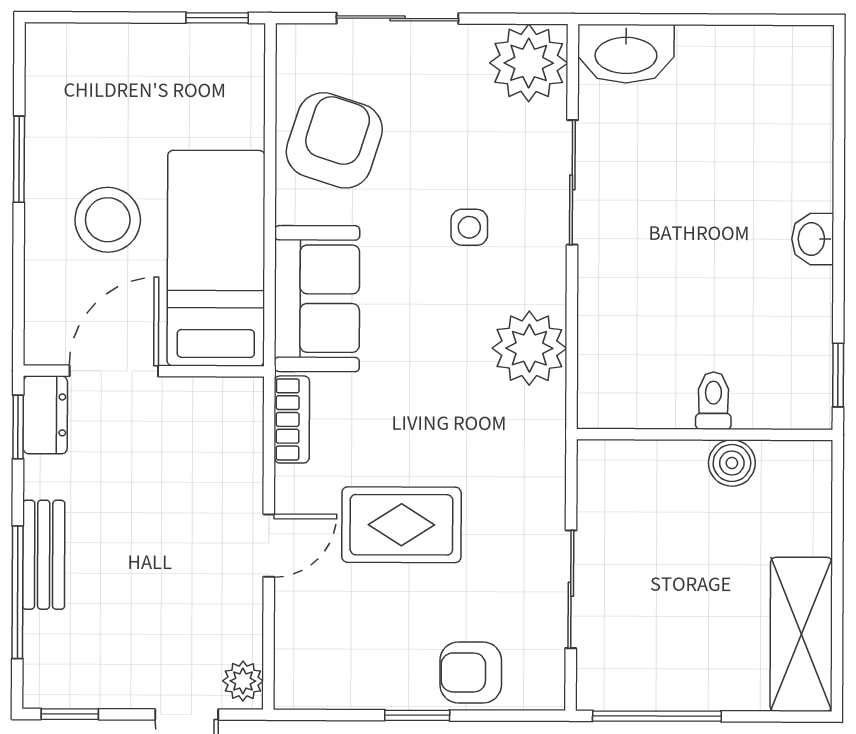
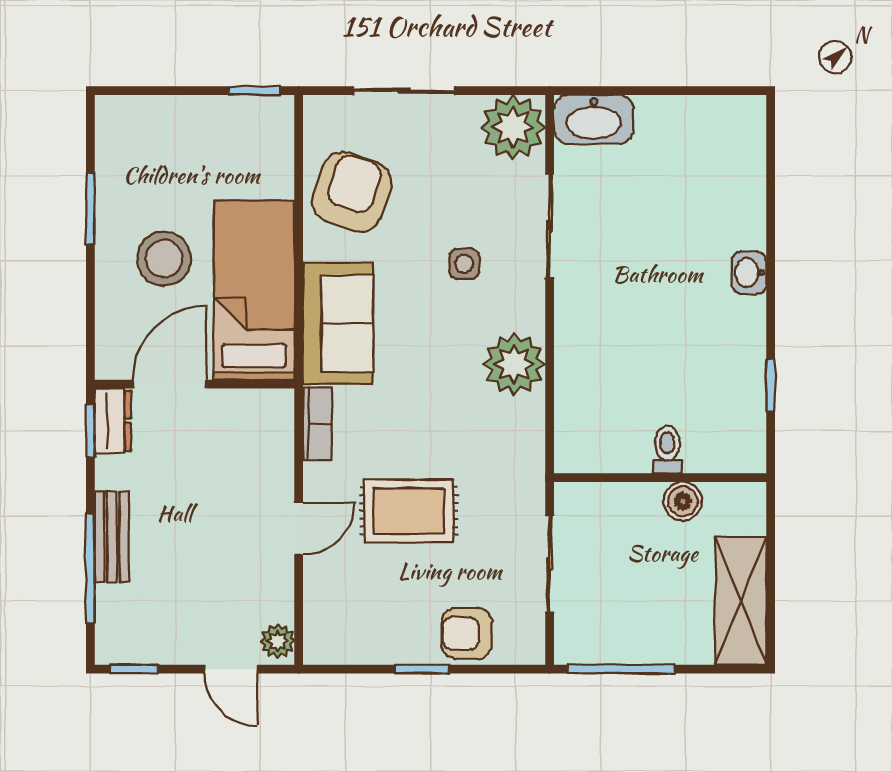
toilet: (713, 401) -> (667, 450), moved
wall: (705, 435) -> (660, 478), moved
boiler: (732, 463) -> (683, 501), moved

